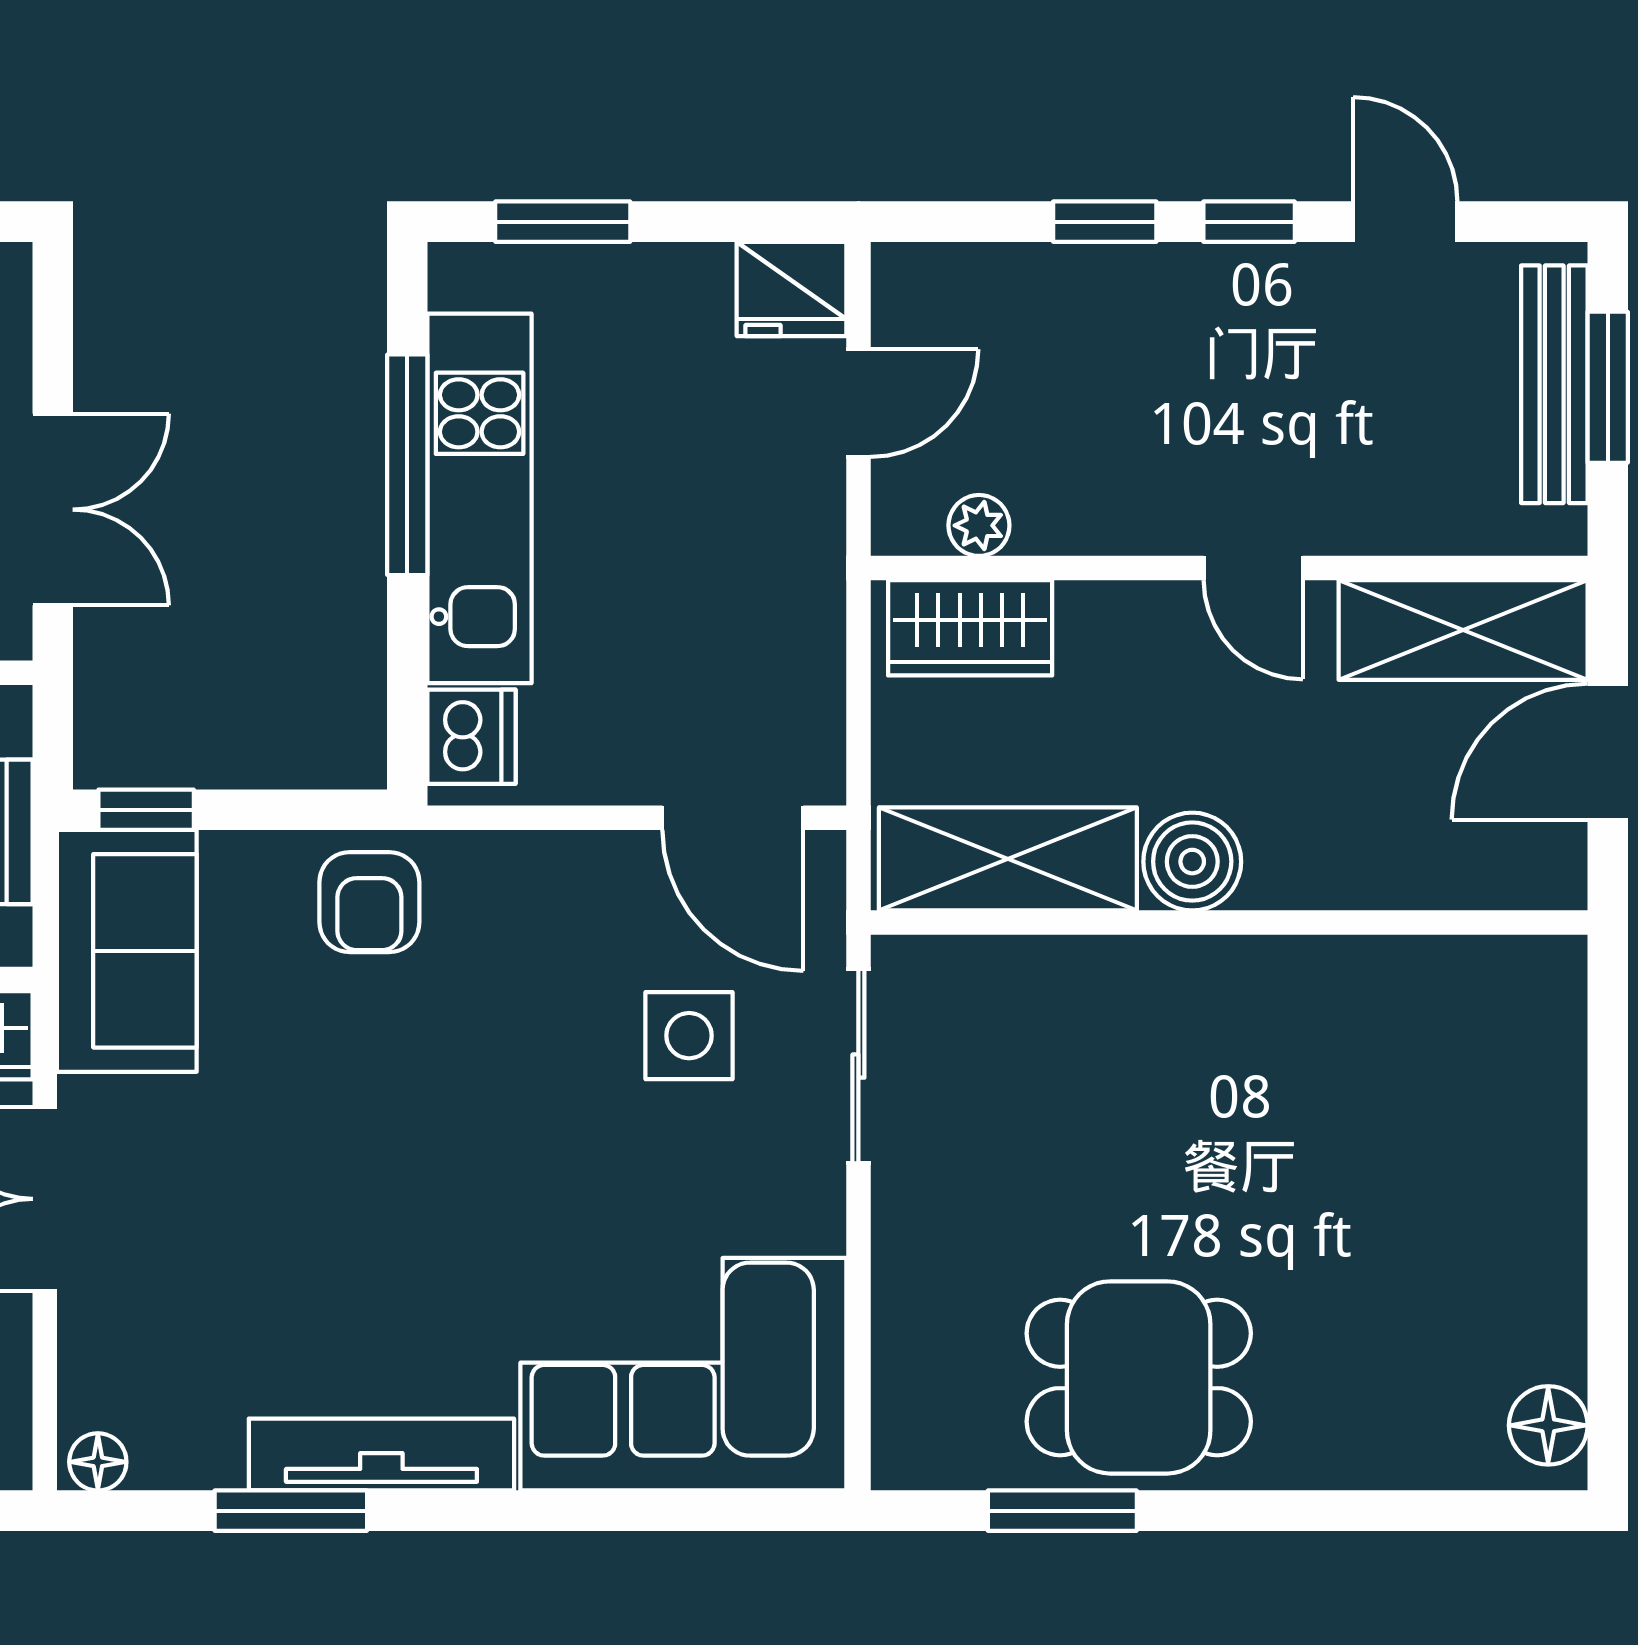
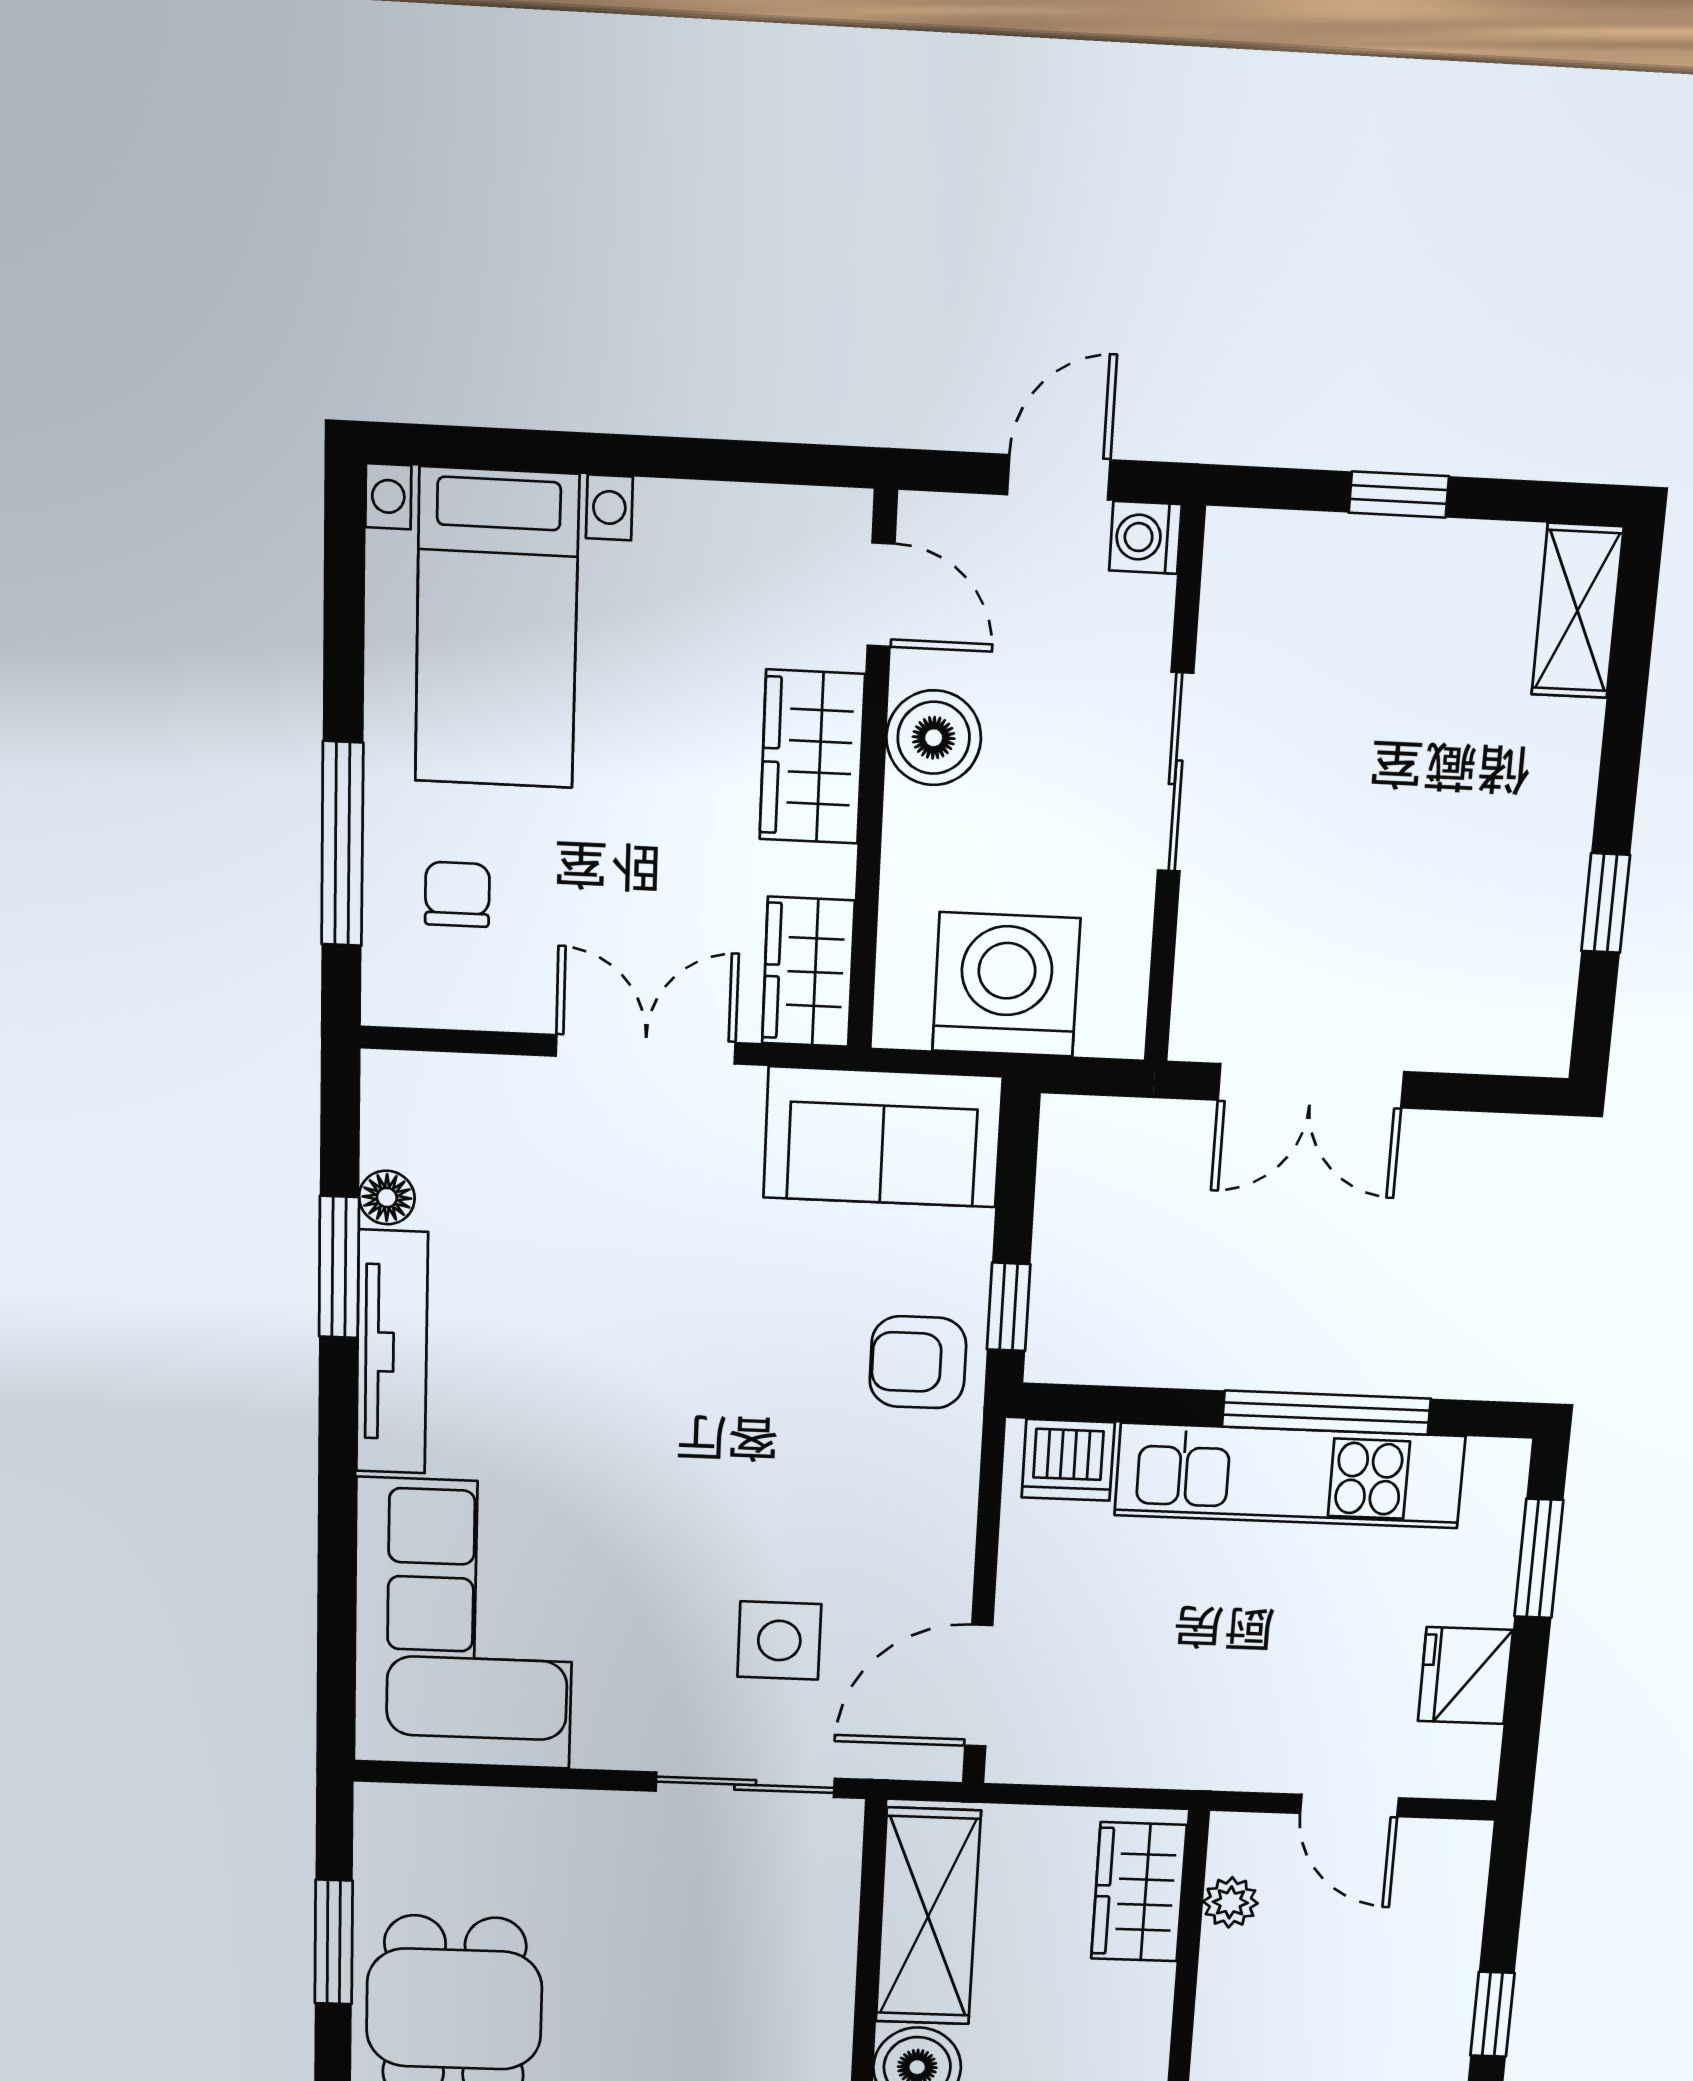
fridge: (792, 289) -> (1465, 1676), moved
window: (146, 810) -> (1009, 1307), moved
floor lamp: (98, 1462) -> (387, 1198), moved

